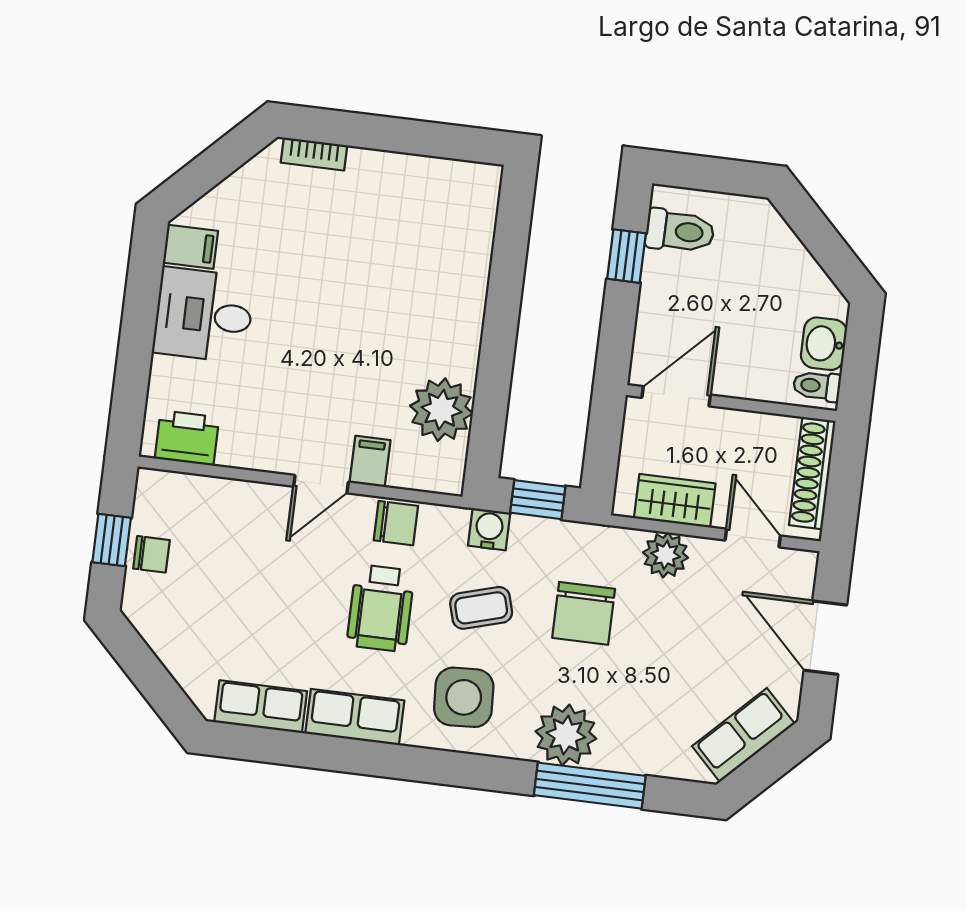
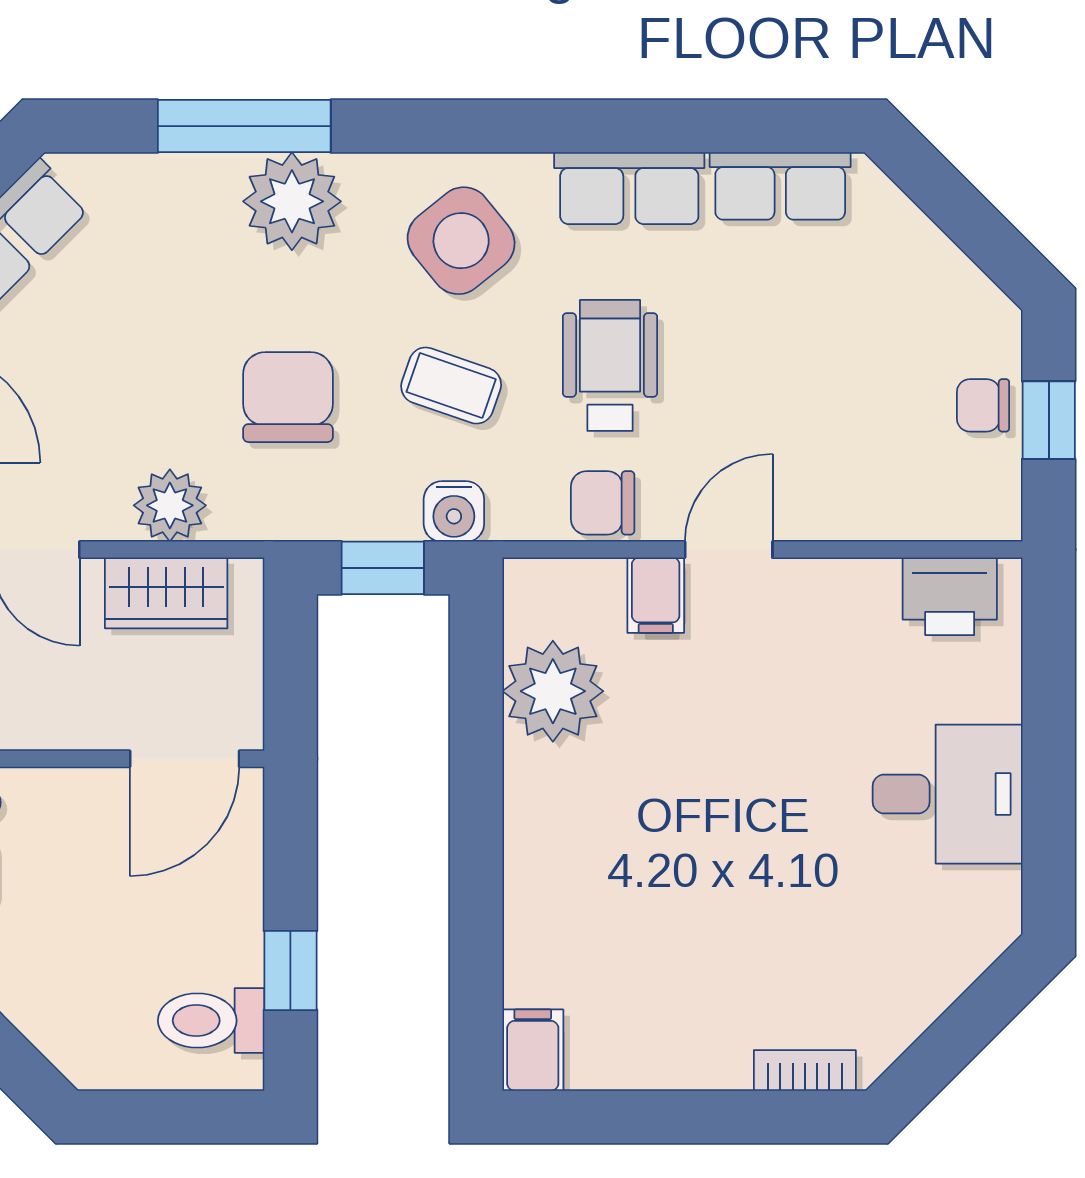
filing cabinet: (190, 247) -> (533, 1050), moved, turned 90
coffee table: (481, 608) -> (451, 386), turned 35
side table: (464, 697) -> (461, 241), turned -36

